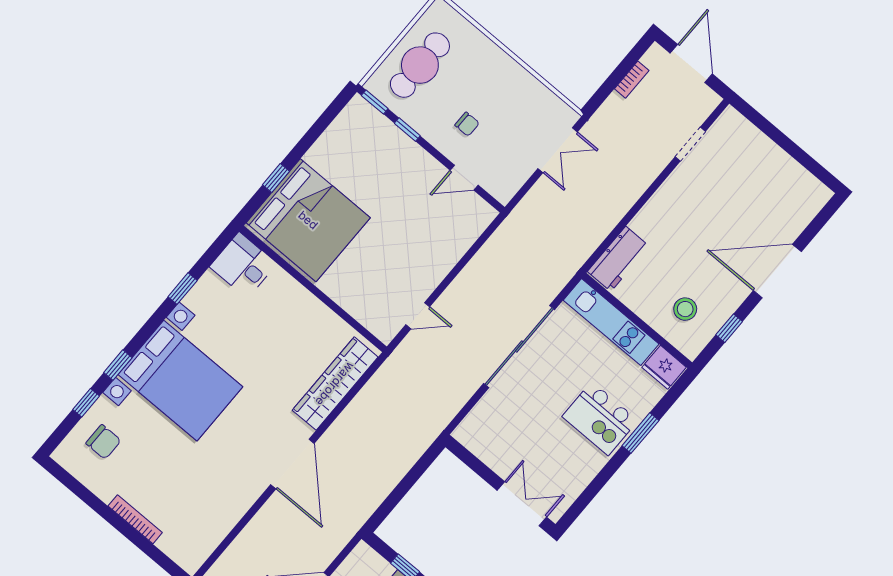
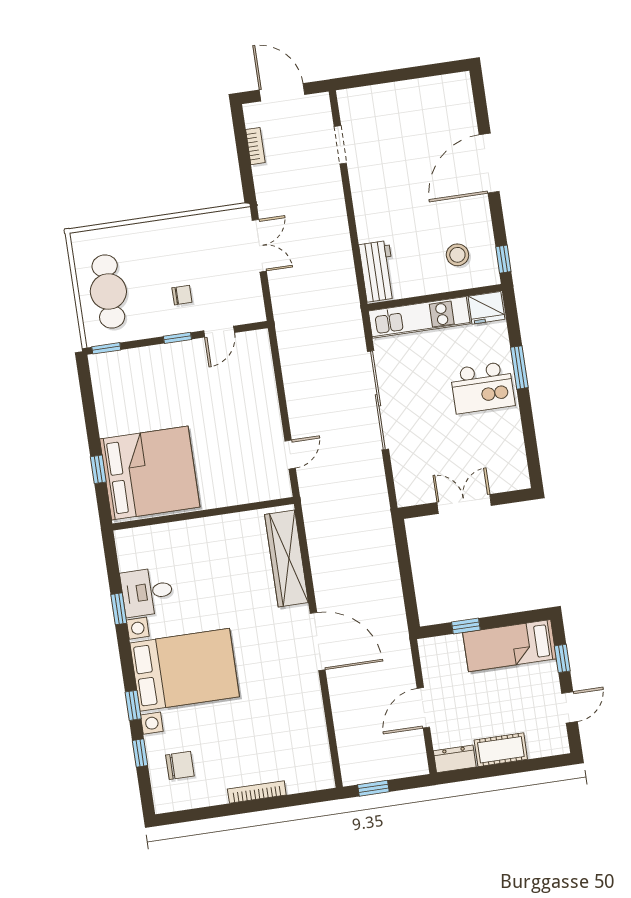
window: (407, 130) -> (177, 338), moved
desk: (243, 265) -> (147, 592), moved
window: (729, 328) -> (503, 259), moved
double door: (522, 504) -> (464, 504), moved

